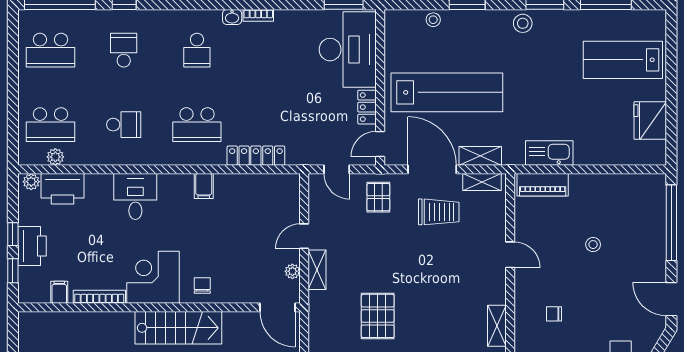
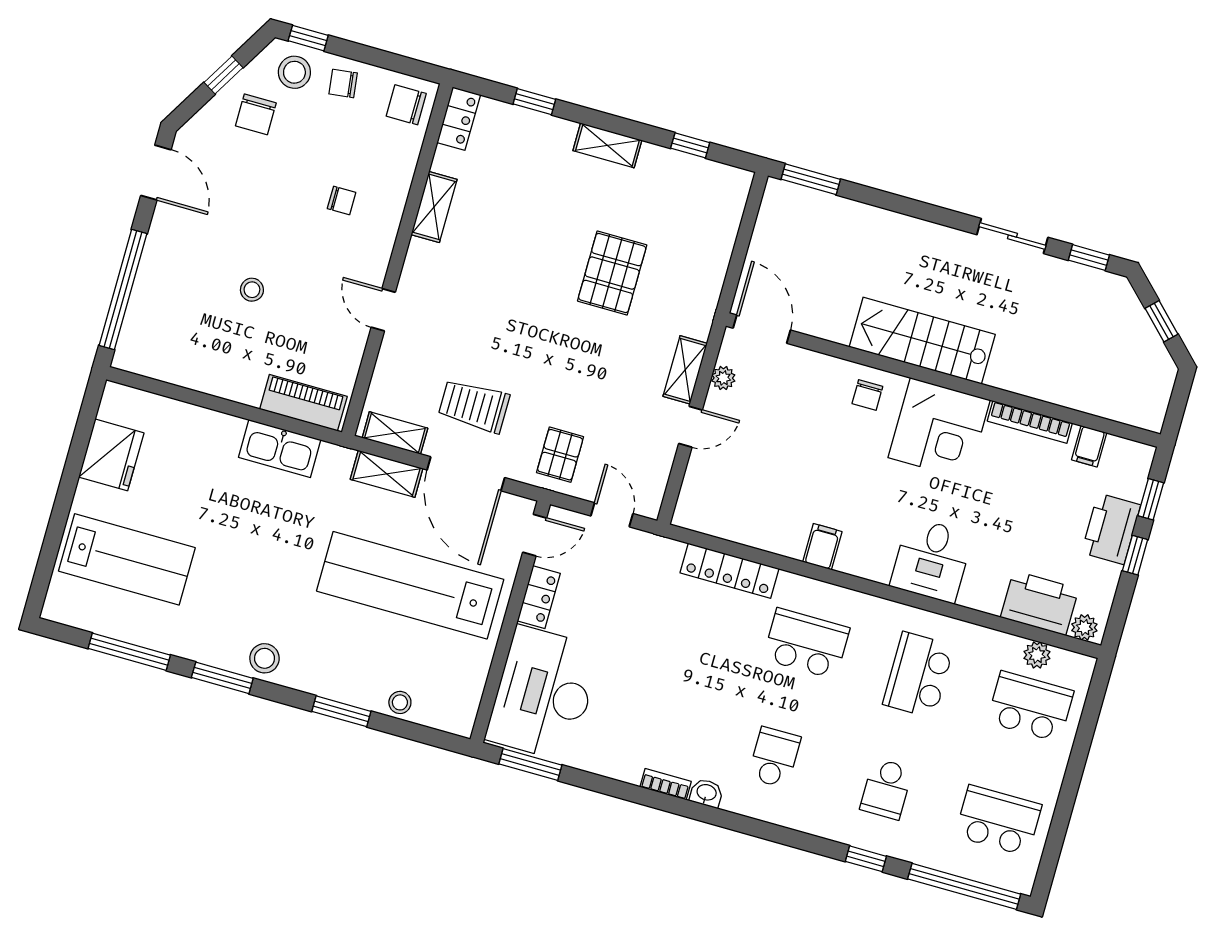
school desk: (124, 125) -> (918, 675), width x1.85

